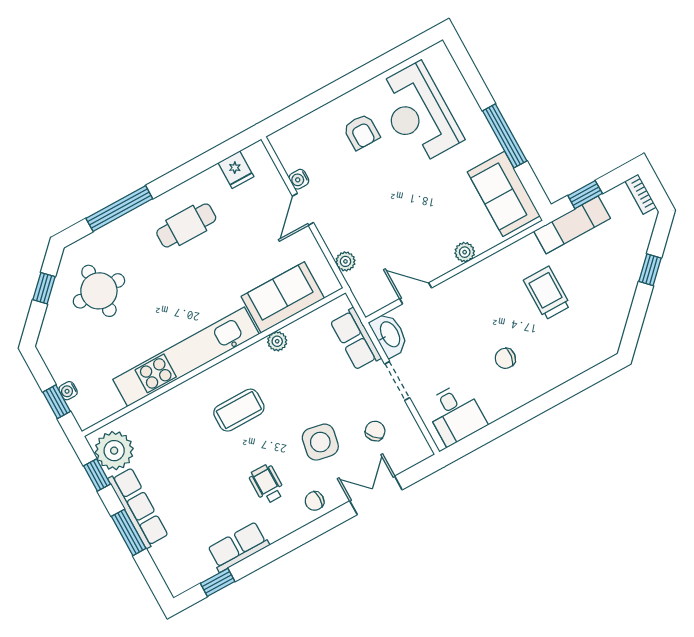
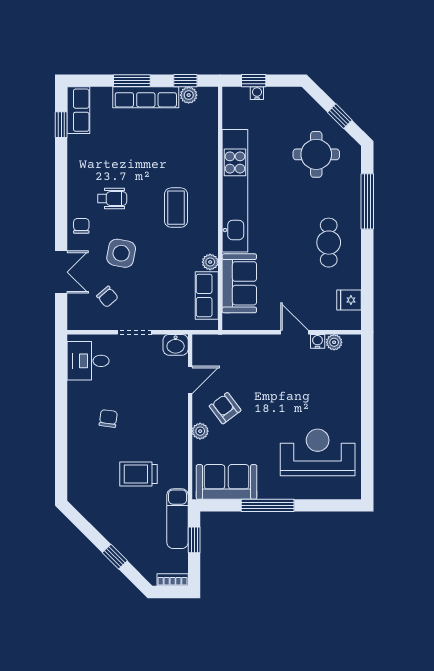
armchair: (361, 132) -> (225, 408), moved, turned 53
plant: (345, 261) -> (334, 342), moved
trolley: (547, 293) -> (139, 474), turned 180
washbasin: (389, 335) -> (176, 345), width x0.72
row of seats: (356, 339) -> (207, 295), moved, turned -90
plant: (114, 451) -> (189, 95), width x0.53, depth x0.53
row of seats: (238, 547) -> (78, 110), moved

